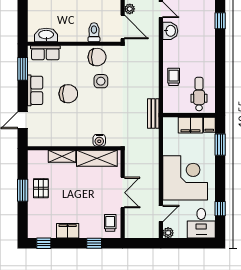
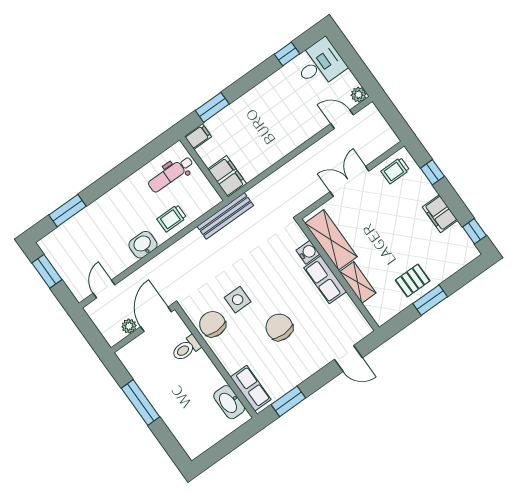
window: (220, 21) -> (67, 211), width x1.50
washbasin: (170, 31) -> (143, 245), moved
row of seats: (35, 90) -> (325, 280), moved, turned -90
bench: (153, 114) -> (225, 216), width x1.36
filing cabinet: (190, 125) -> (227, 176), moved
corner desk: (185, 178) -> (280, 121), removed

